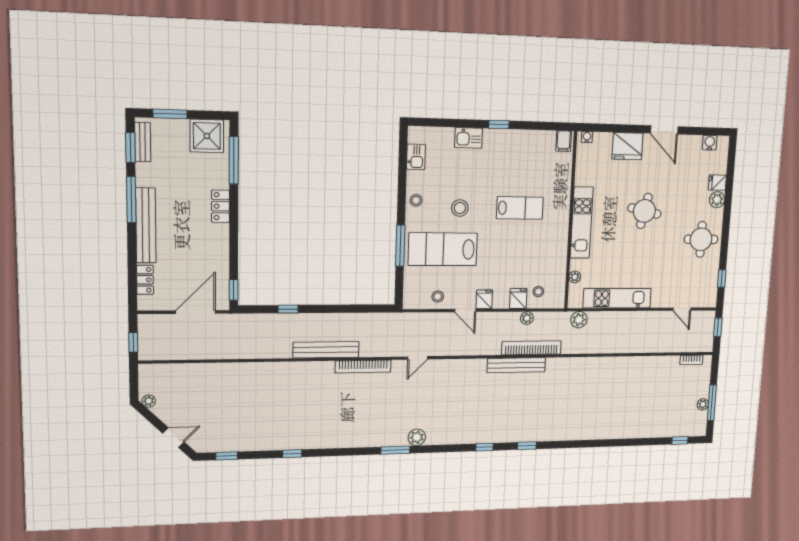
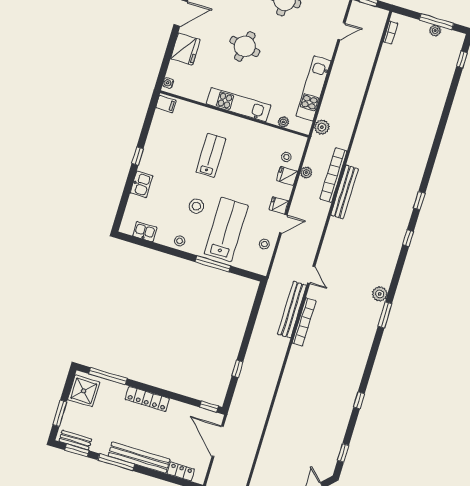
locker: (221, 206) -> (147, 399), width x1.53
lab bench: (443, 249) -> (226, 229), turned 180
bench: (326, 350) -> (292, 310), moved

